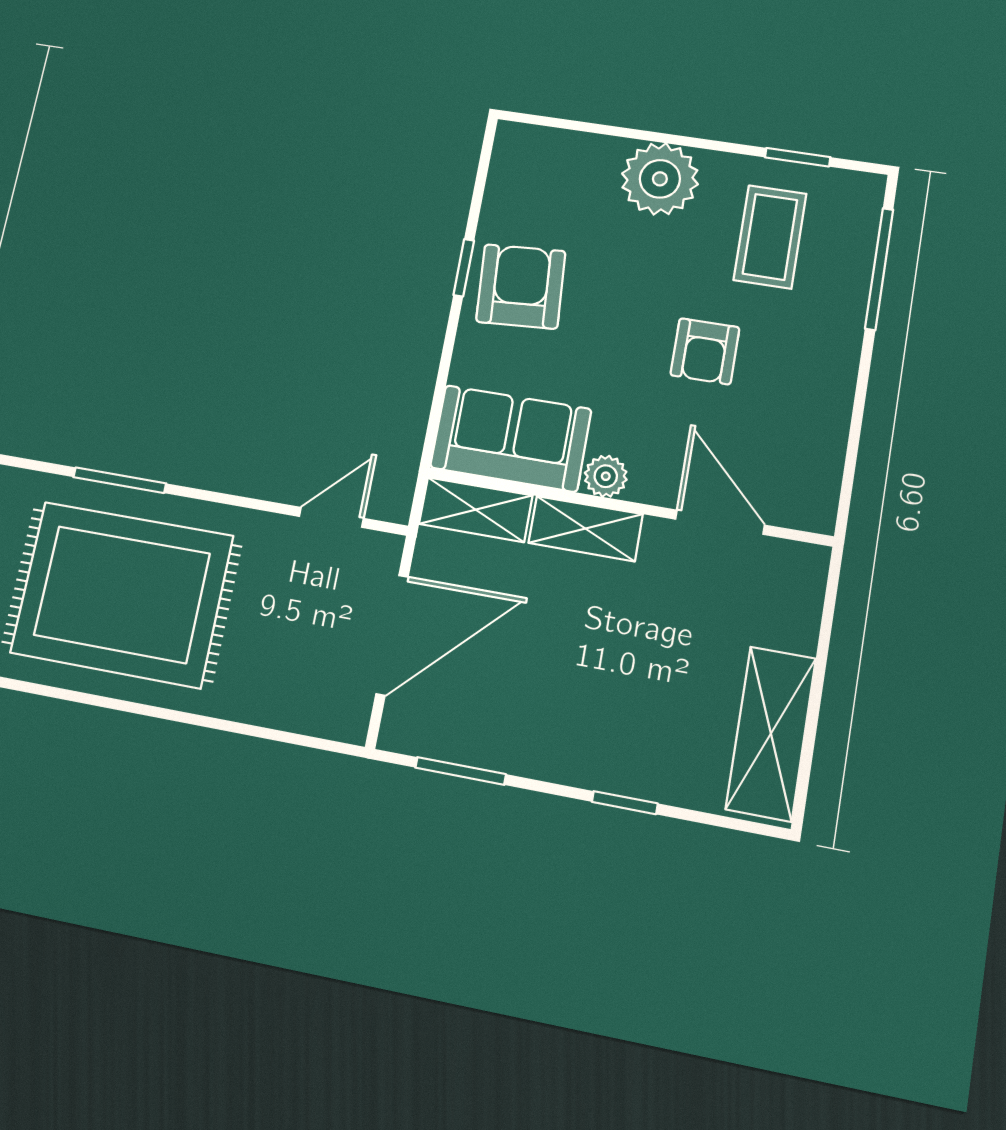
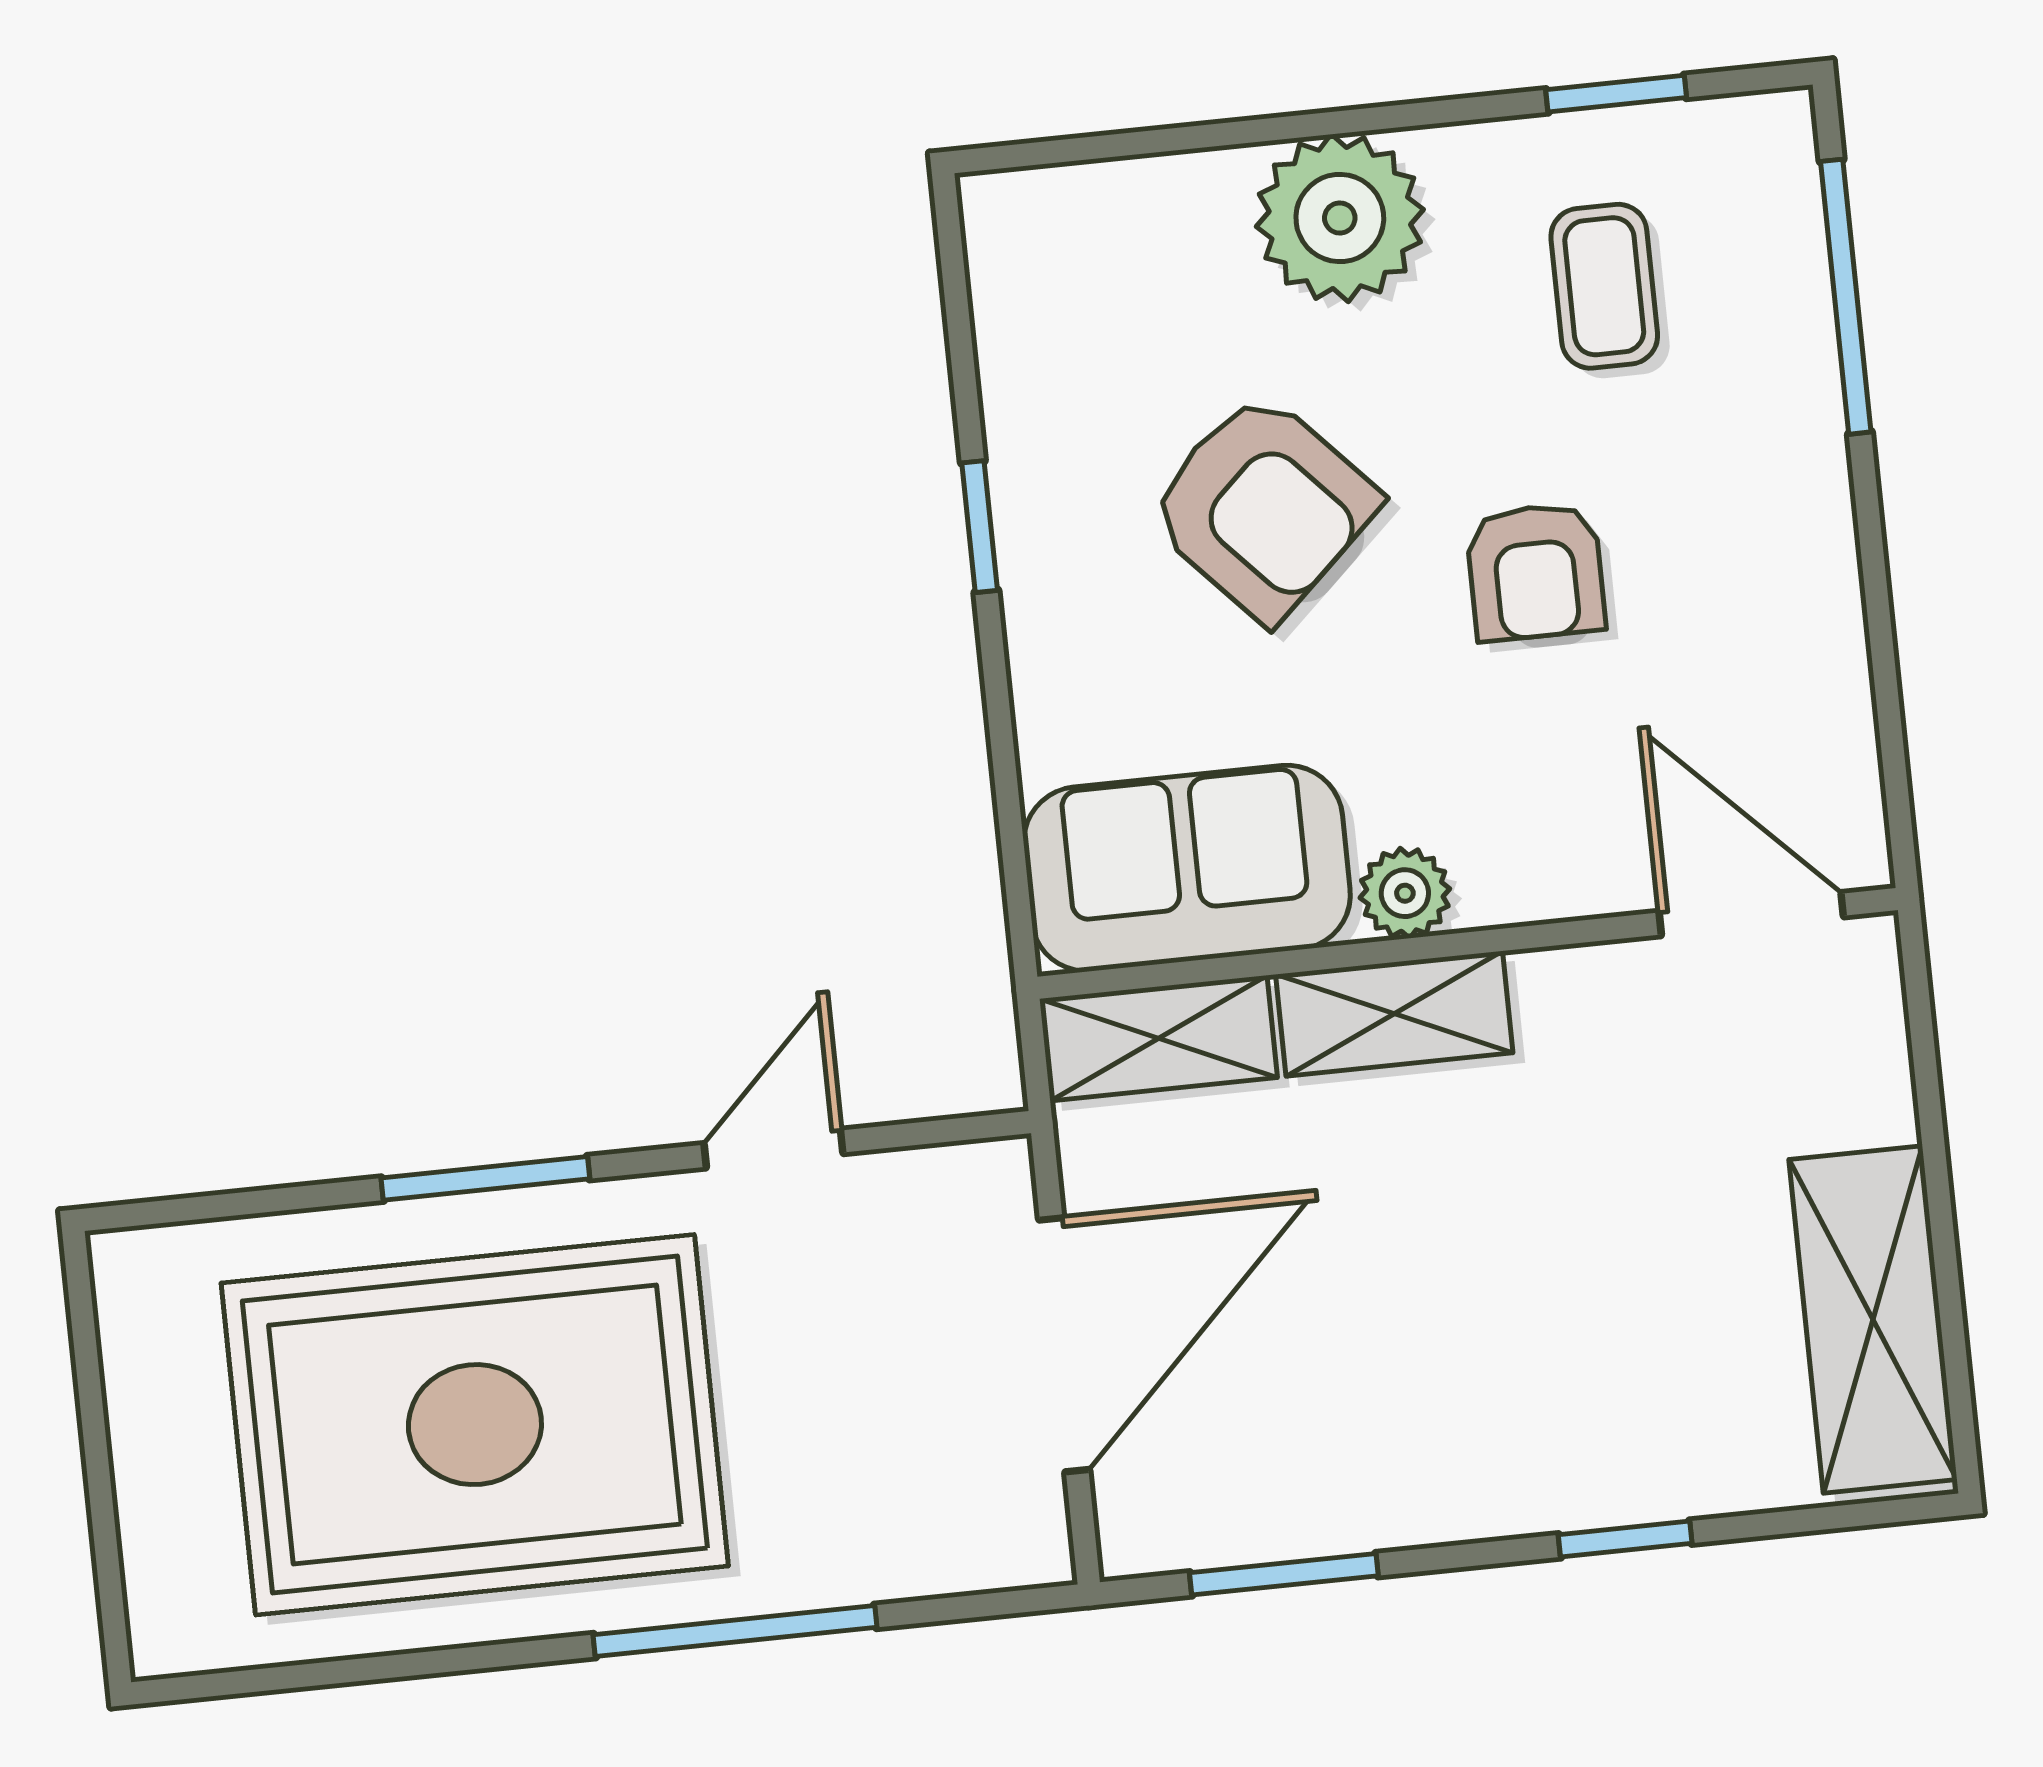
coffee table: (770, 237) -> (1604, 286), width x0.73, depth x0.77
armchair: (521, 286) -> (1263, 507), moved, turned 141
window: (120, 480) -> (485, 1178), moved
door: (331, 517) -> (774, 1149), moved
door: (720, 522) -> (1751, 914), moved
window: (205, 721) -> (735, 1631), added

